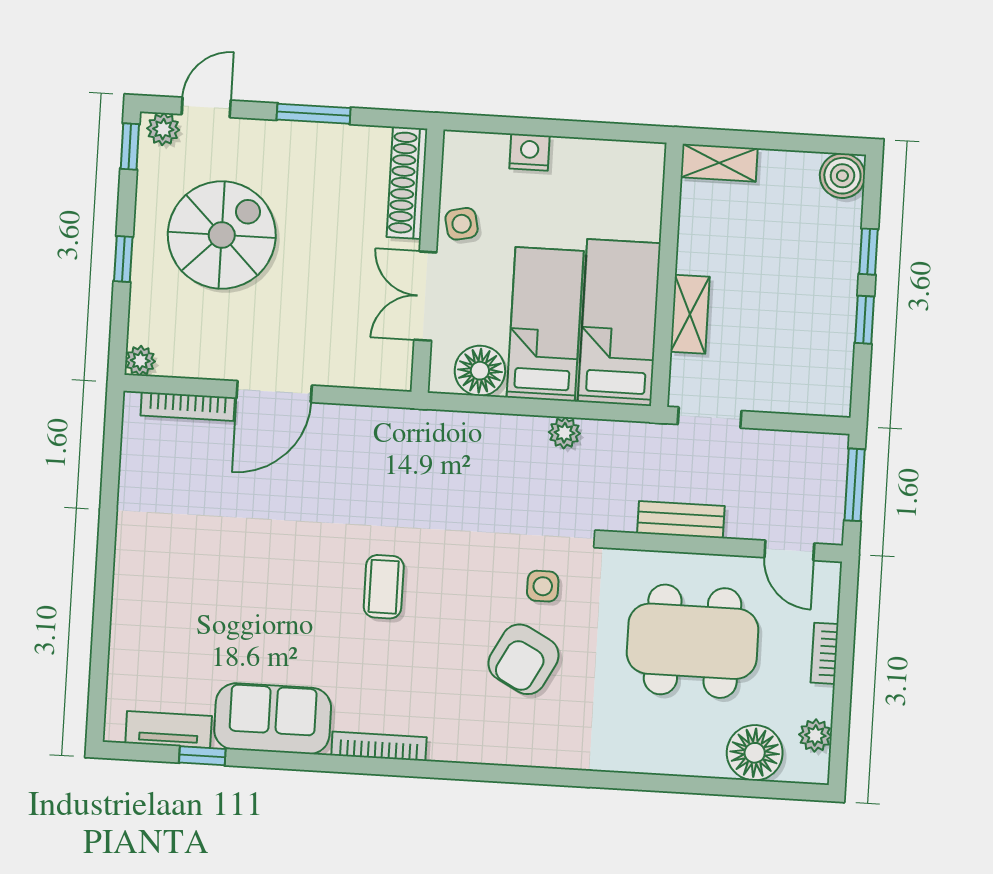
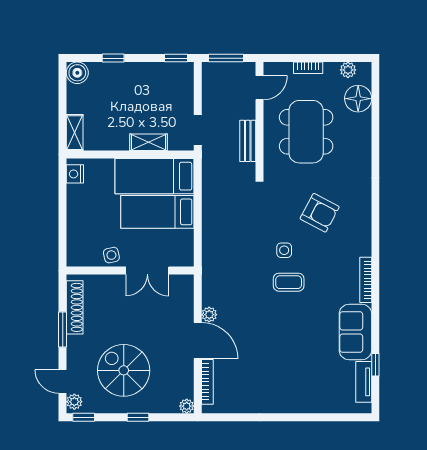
nightstand: (529, 152) -> (75, 174), moved
shoe rack: (407, 183) -> (75, 307), moved, turned -90
window: (864, 320) -> (176, 58), moved
floor lamp: (480, 371) -> (182, 242), removed
plant: (564, 433) -> (209, 315), moved
side table: (543, 586) -> (284, 250), moved

